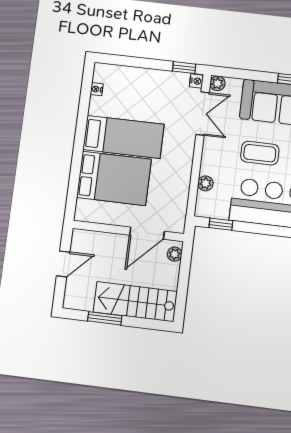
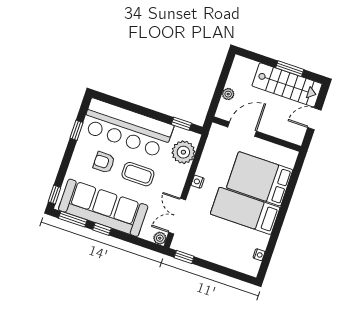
nightstand: (196, 81) -> (198, 182), moved
plant: (205, 183) -> (183, 152), width x1.88, depth x1.88
plant: (175, 254) -> (228, 94), moved
stairs: (135, 302) -> (287, 85), moved

